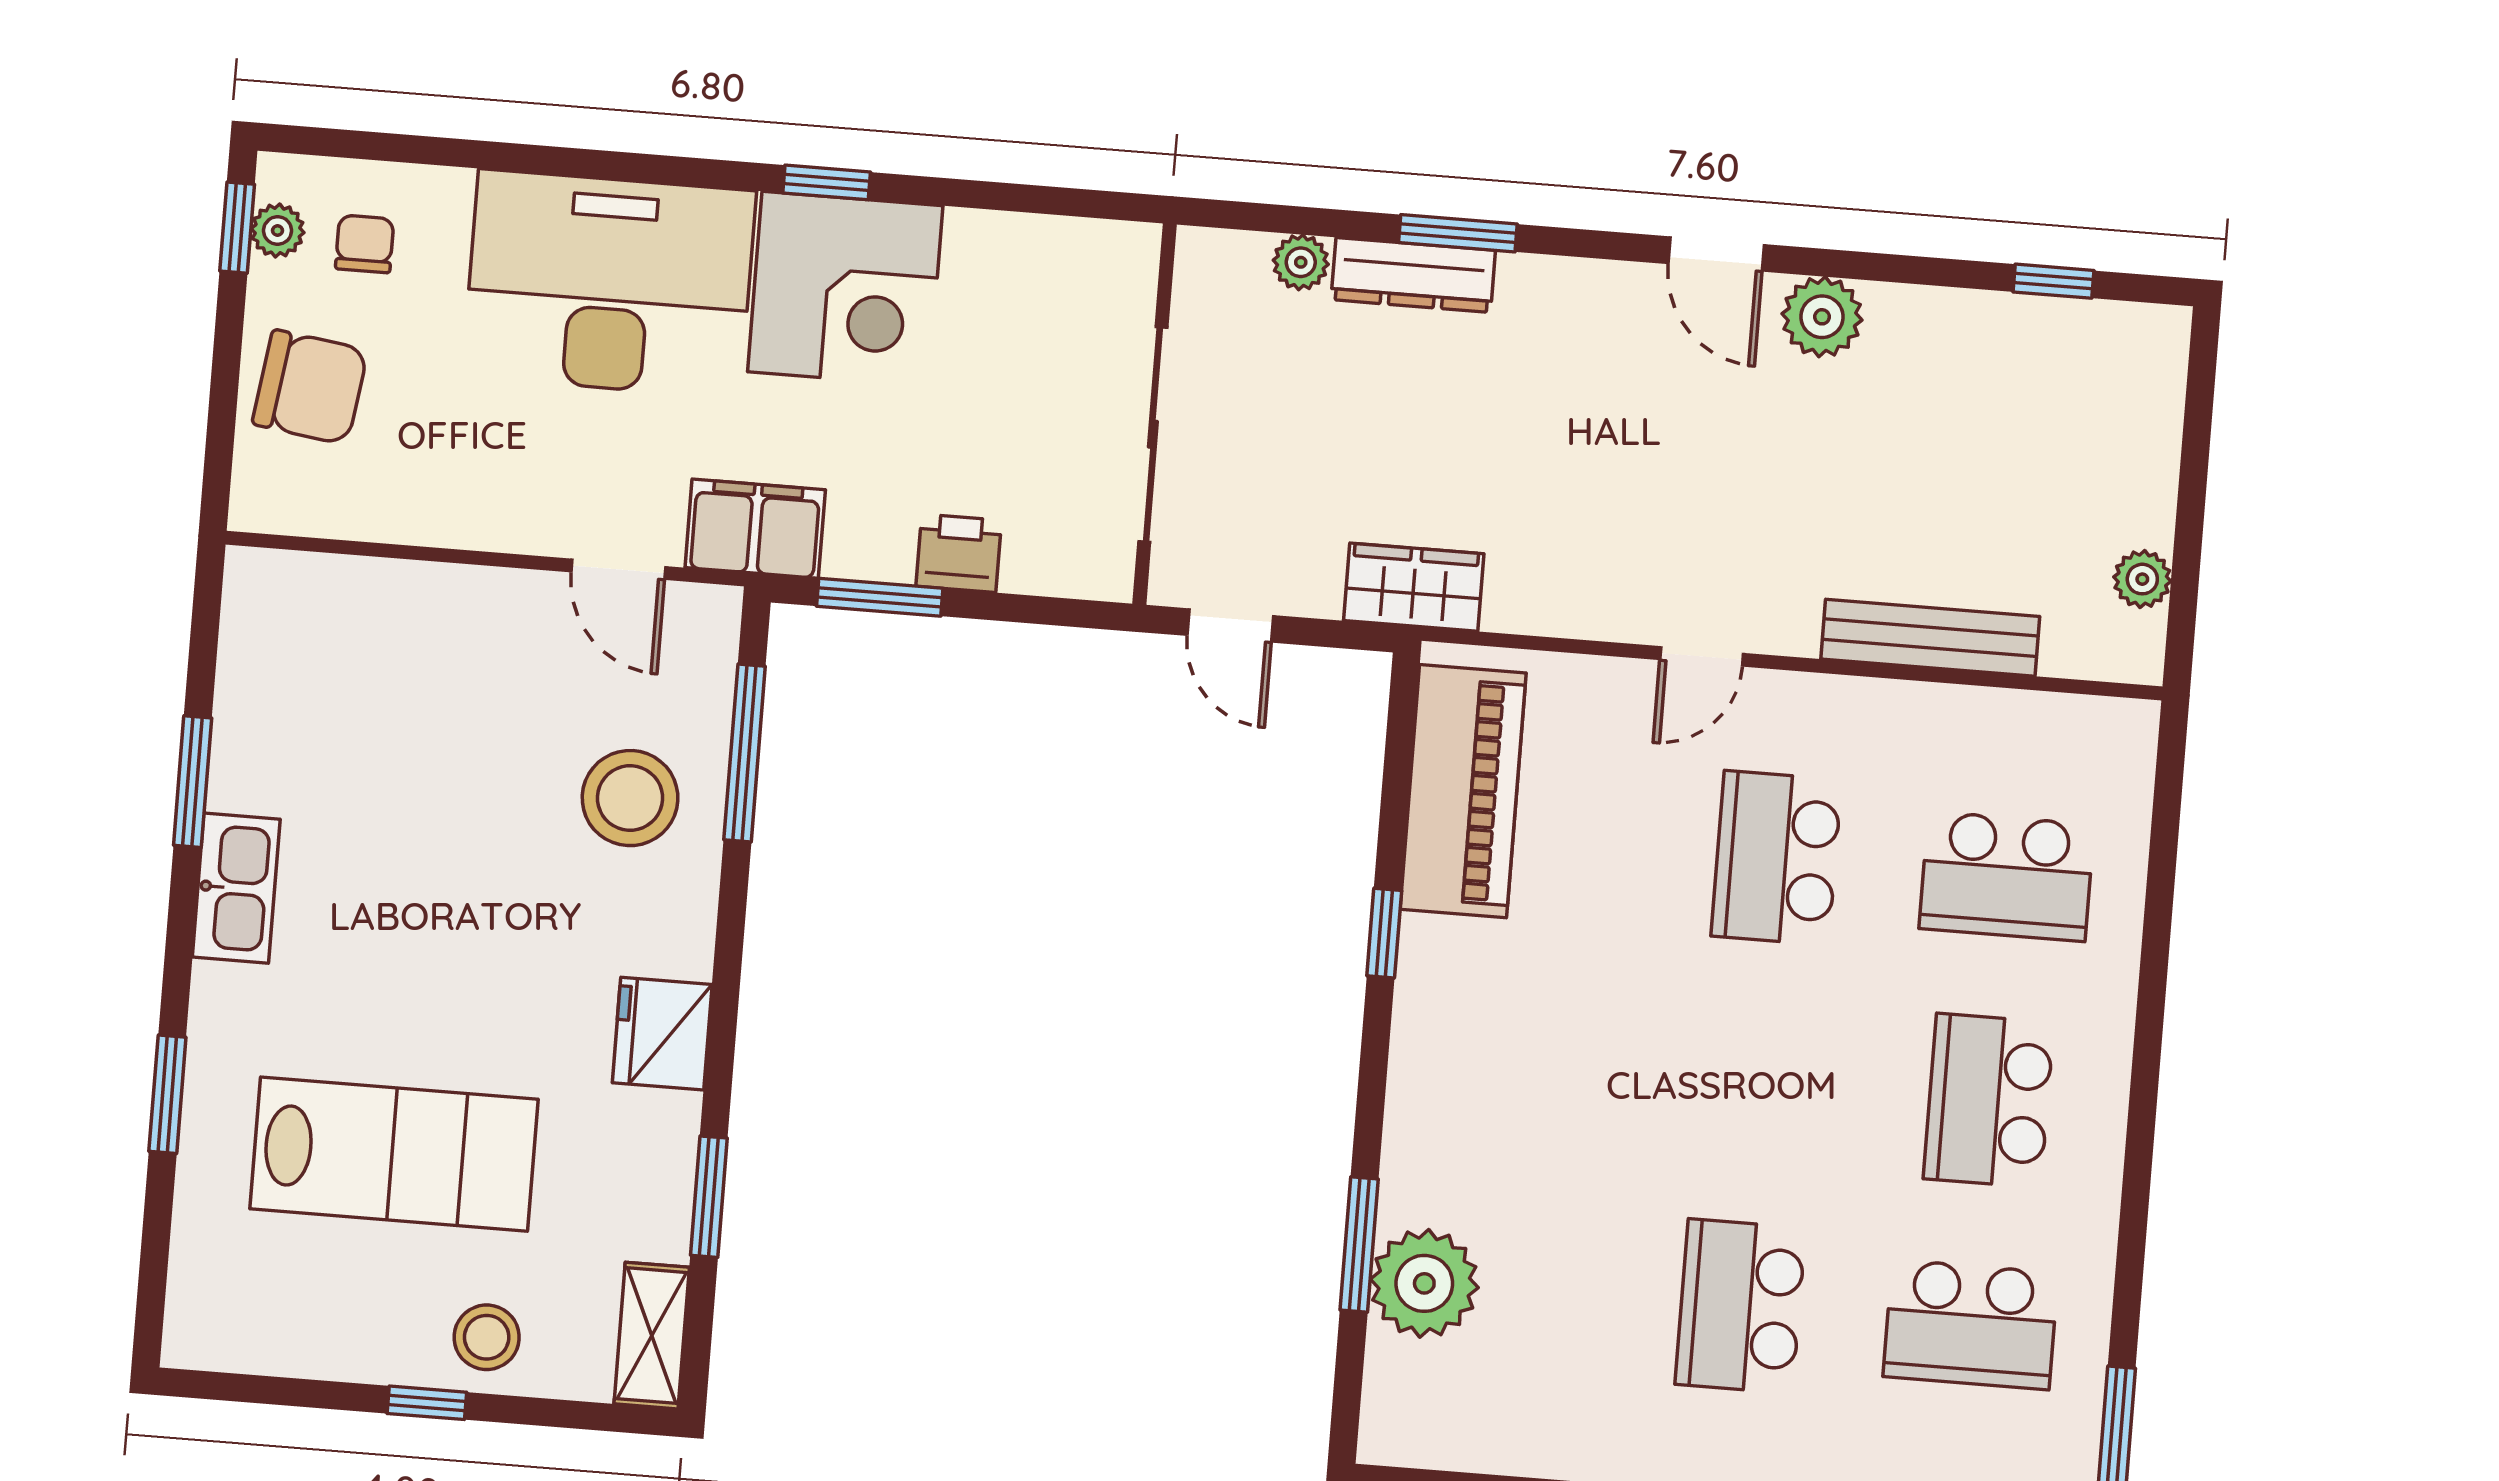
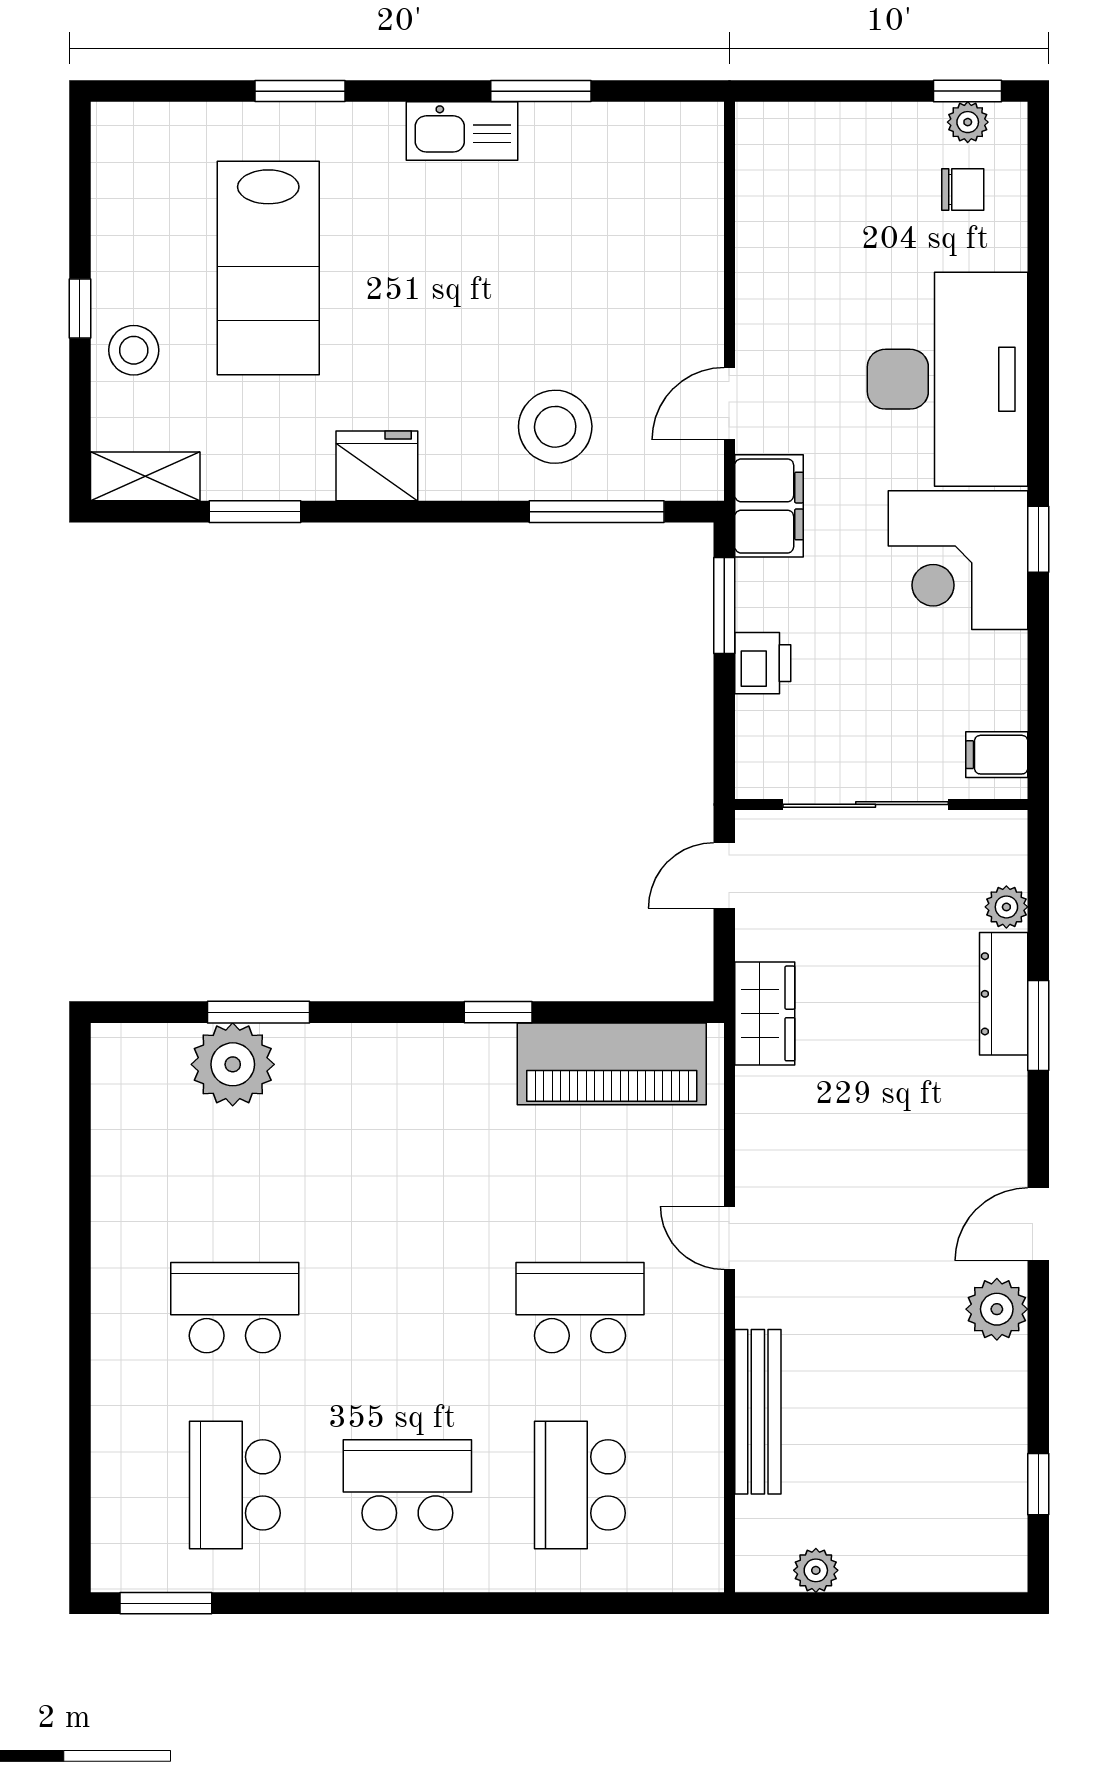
filing cabinet: (1102, 259) -> (997, 755), added
chair: (310, 387) -> (850, 157), removed

